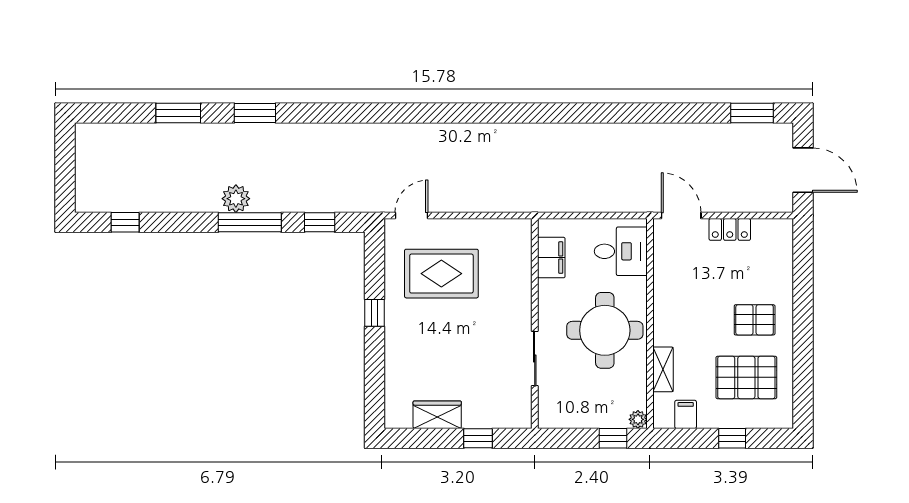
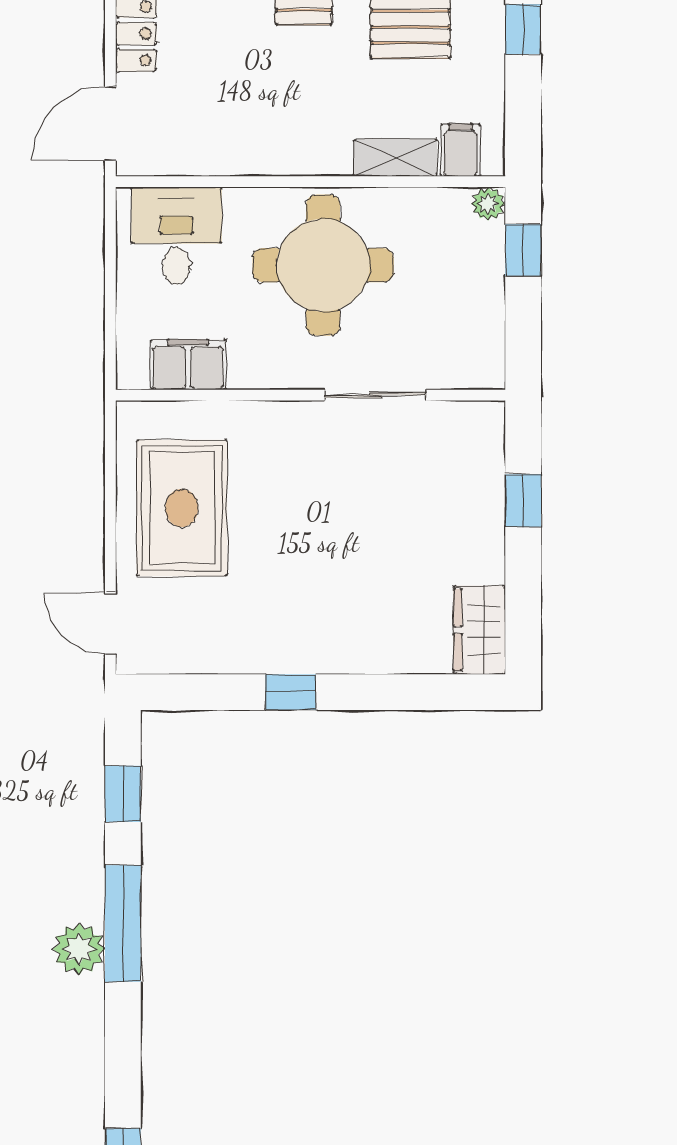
rug: (441, 274) -> (182, 508), moved
filing cabinet: (686, 414) -> (461, 150), moved, turned 90
wardrobe: (437, 415) -> (480, 630), moved

